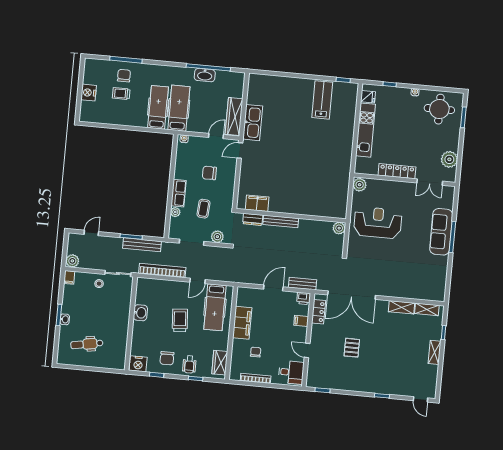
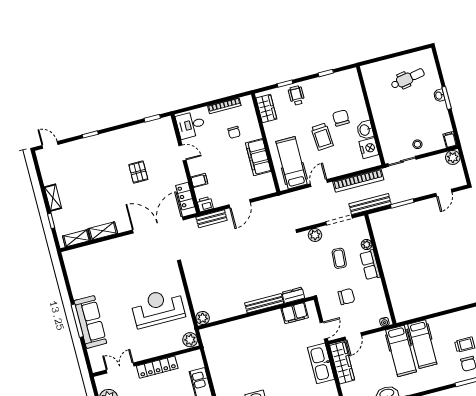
filing cabinet: (257, 203) -> (295, 313), moved
wall: (291, 216) -> (256, 313), moved
dresser: (253, 219) -> (293, 295), moved
bench: (281, 221) -> (264, 303), moved
reception desk: (378, 223) -> (158, 308), turned 180
plant: (339, 228) -> (203, 318), moved
bench: (142, 245) -> (370, 204), moved
chair: (167, 358) -> (341, 118), moved
nightstand: (138, 364) -> (369, 148), moved, turned 90

